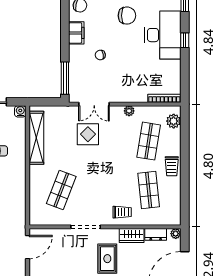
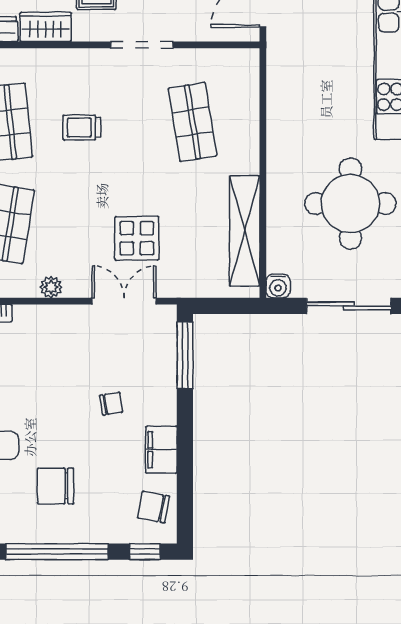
shop shelf: (61, 190) -> (193, 122), turned -30
trolley: (122, 212) -> (82, 127), moved

